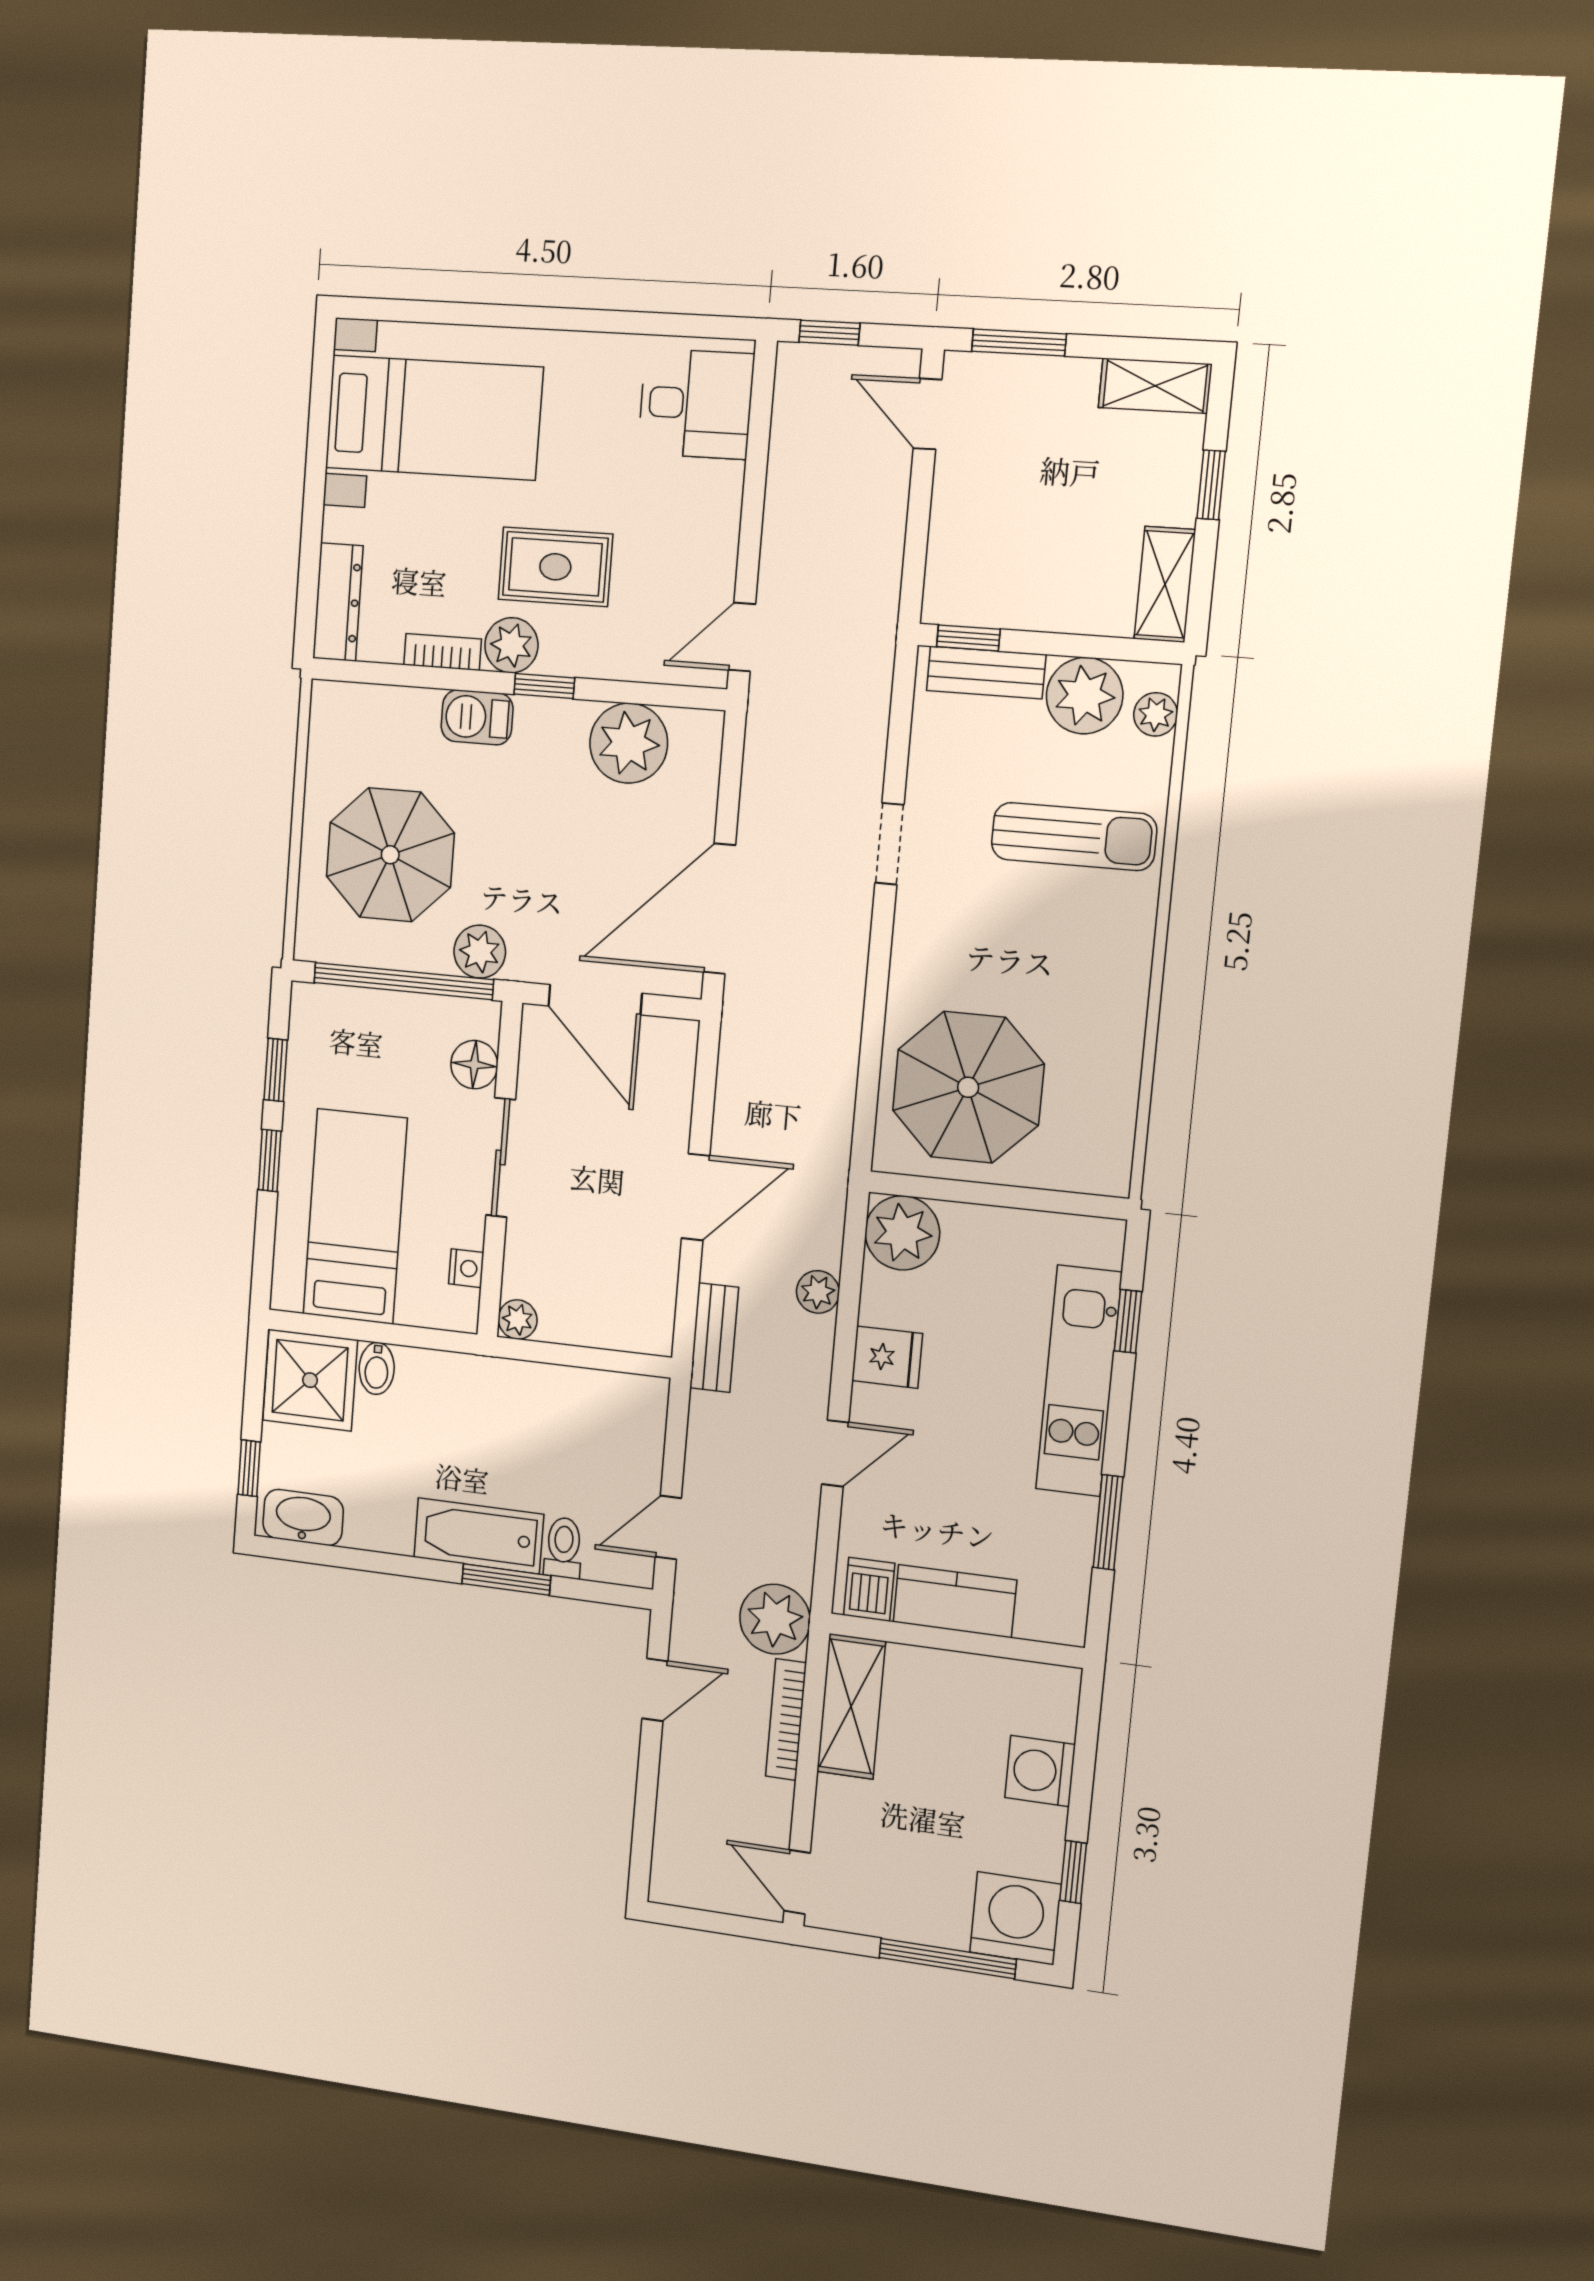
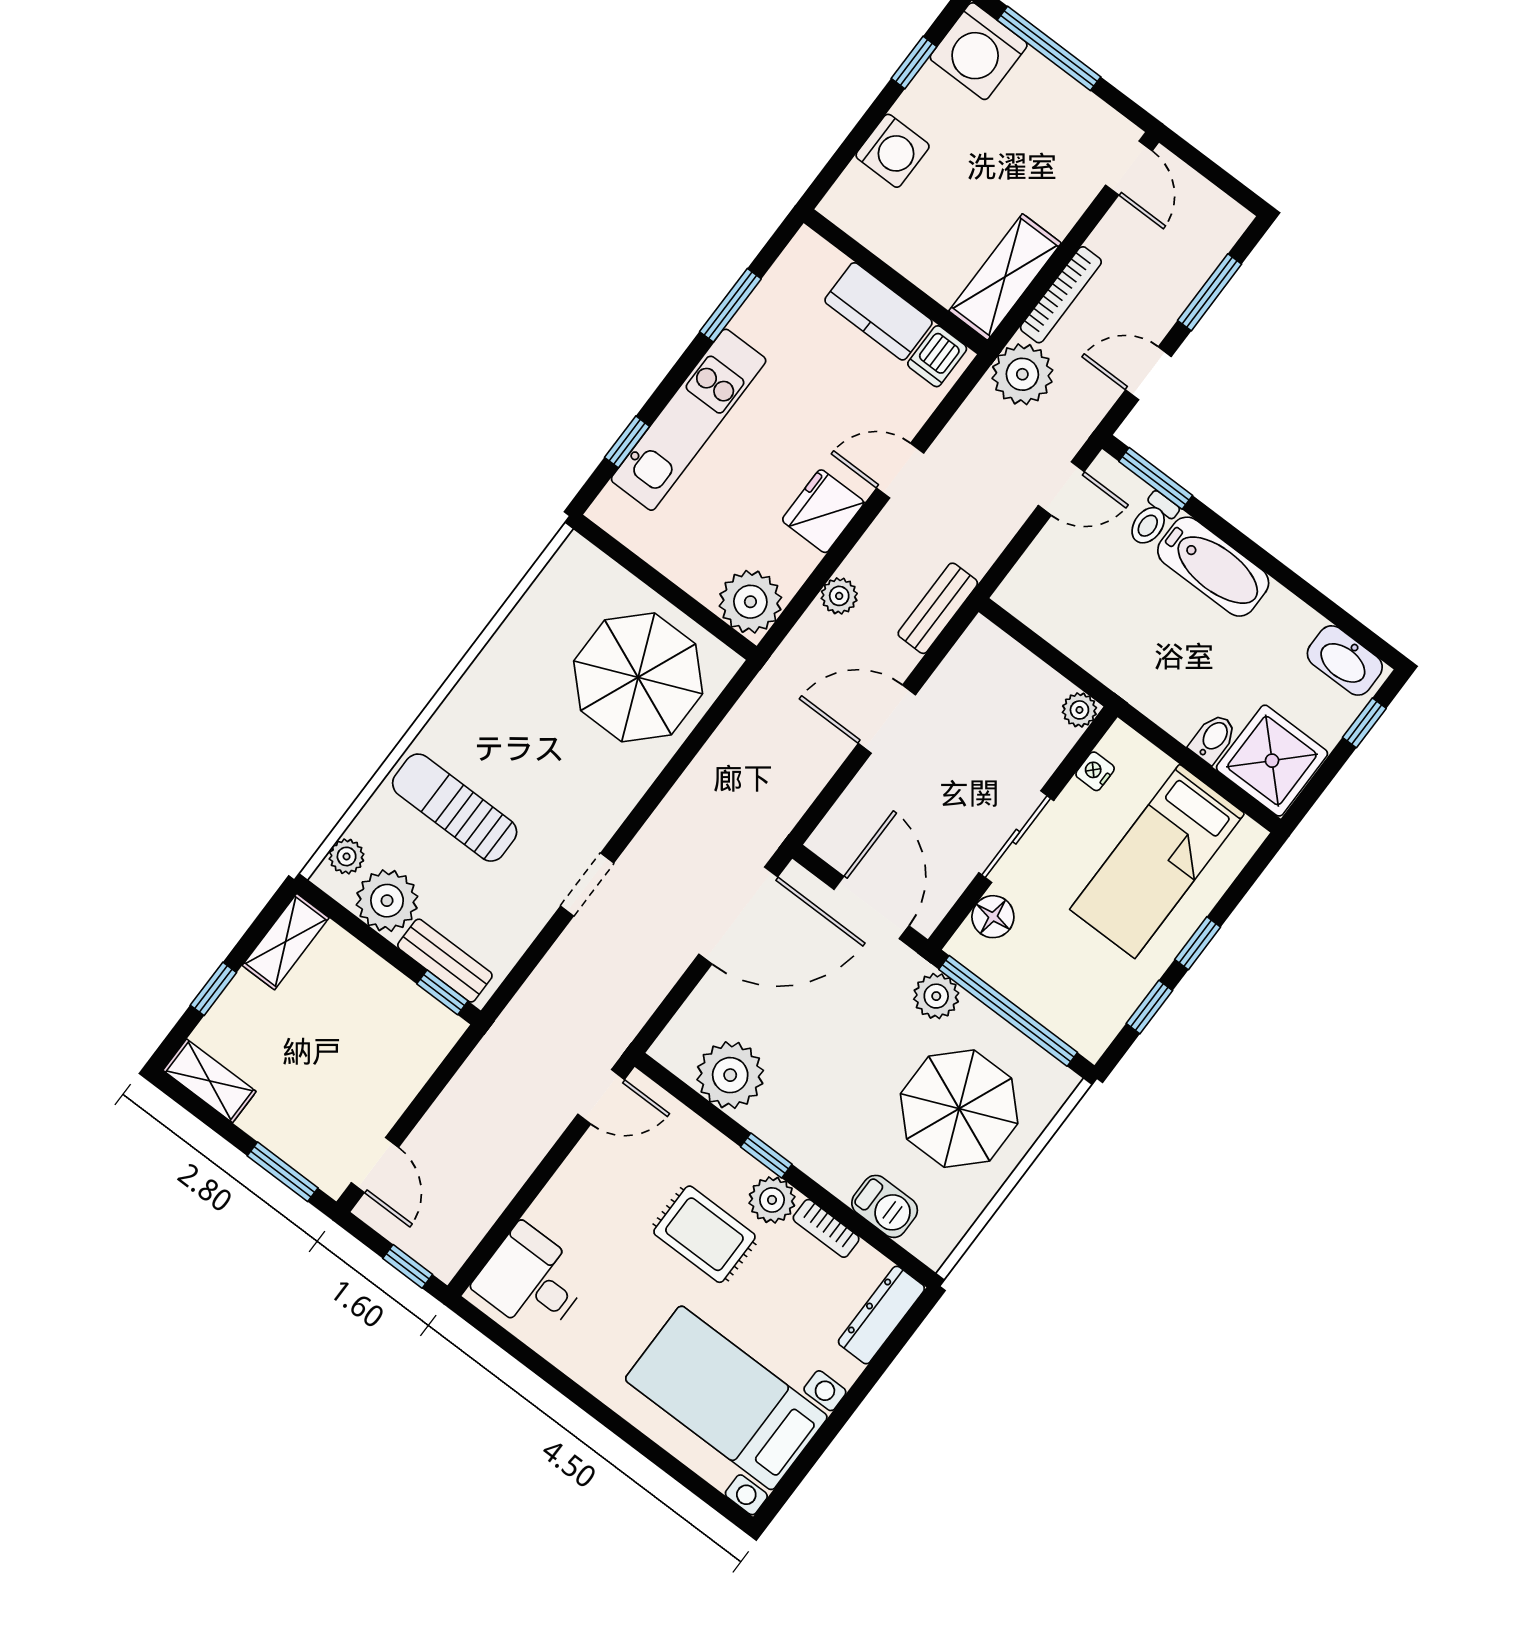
barbecue: (477, 717) -> (885, 1206), moved
fridge: (887, 1357) -> (823, 511), width x1.38
window: (506, 1580) -> (1156, 478), moved
window: (646, 1802) -> (1210, 292), added

